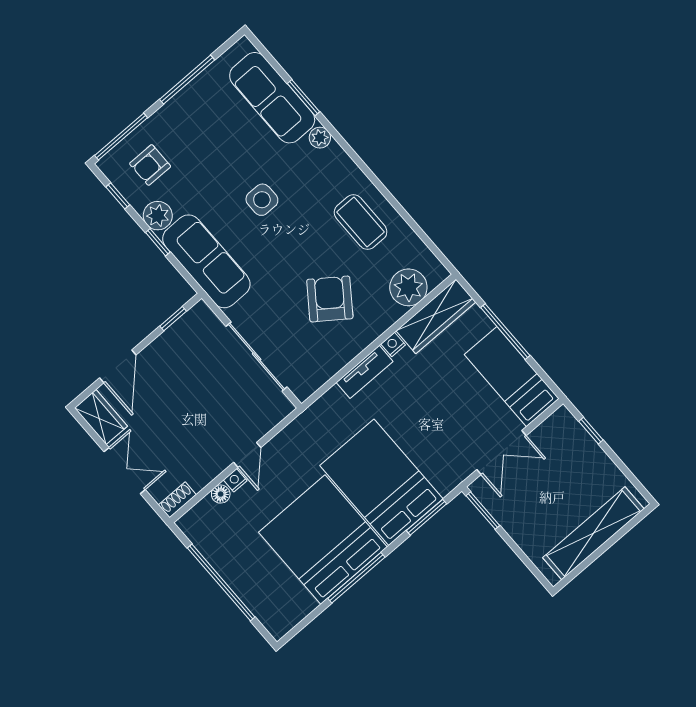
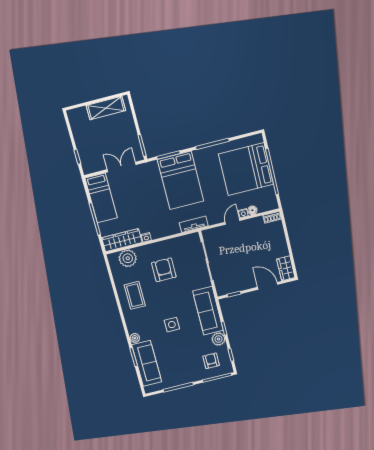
armchair: (150, 165) -> (211, 361), turned -90
armchair: (330, 299) -> (164, 270), turned 144
door: (118, 366) -> (268, 286), hinge flipped
tv unit: (365, 372) -> (194, 224), moved
double door: (125, 471) -> (288, 241), removed
shelving: (593, 533) -> (106, 108), width x0.68
bed: (323, 540) -> (246, 169), moved, turned 90

